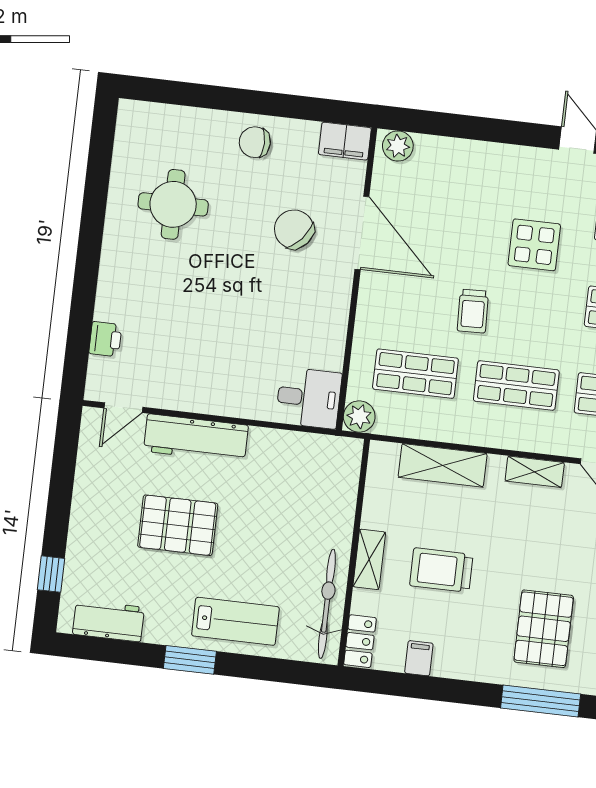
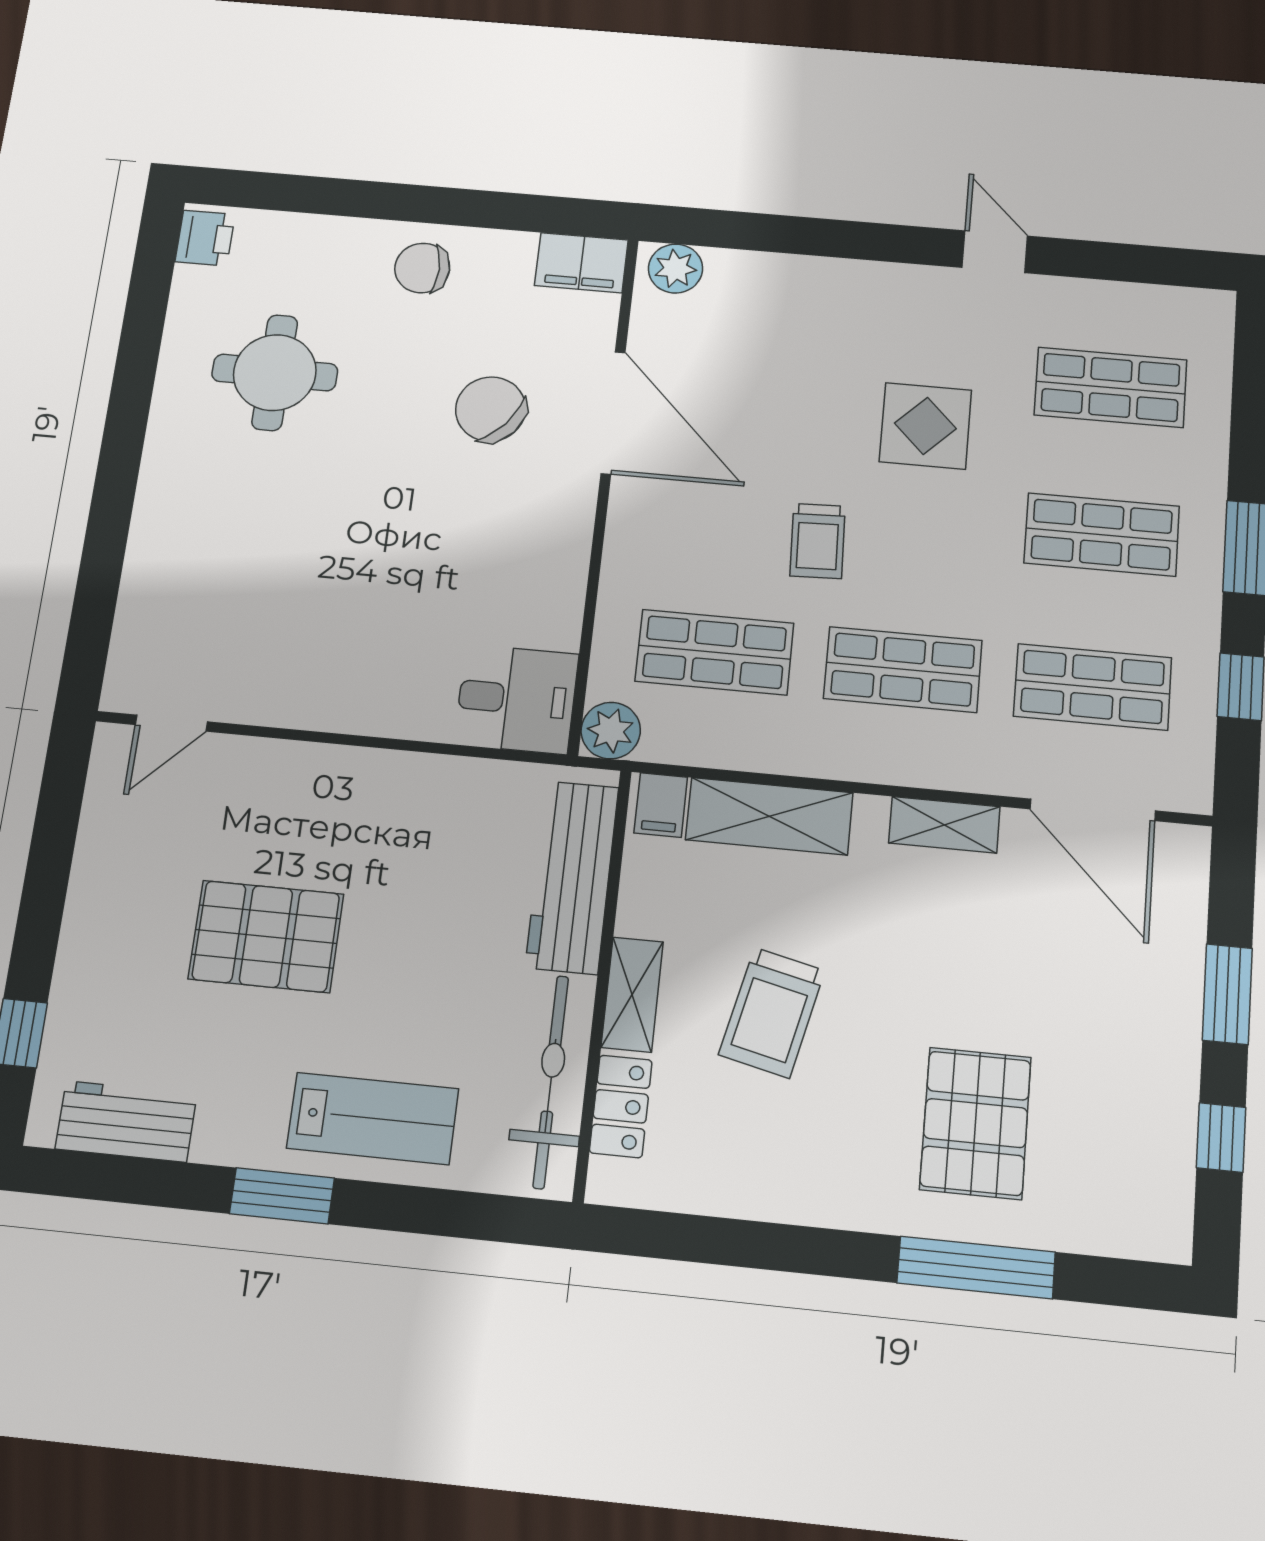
printer: (105, 339) -> (205, 238), moved
workbench: (196, 438) -> (572, 877), moved, turned 90
trolley: (441, 570) -> (772, 1013), turned -77
locker: (360, 641) -> (621, 1106), moved
filing cabinet: (419, 658) -> (661, 805), moved, turned 180

